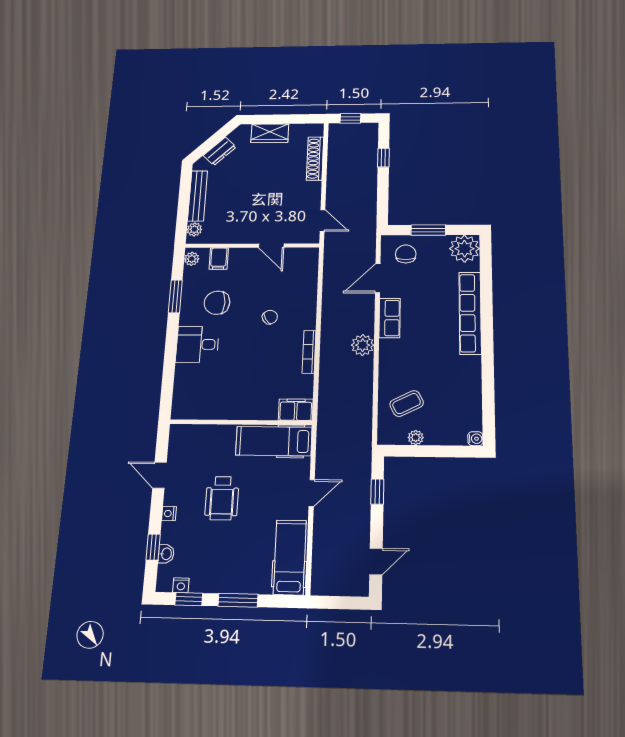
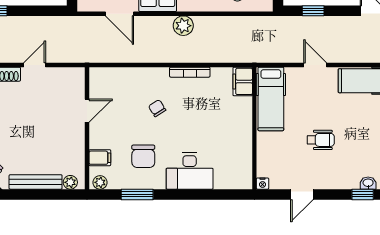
door: (322, 220) -> (35, 65), moved
desk: (197, 344) -> (190, 171), width x1.37
wheelchair: (222, 498) -> (321, 140), width x0.73, depth x0.73
nightstand: (169, 514) -> (263, 184), moved

